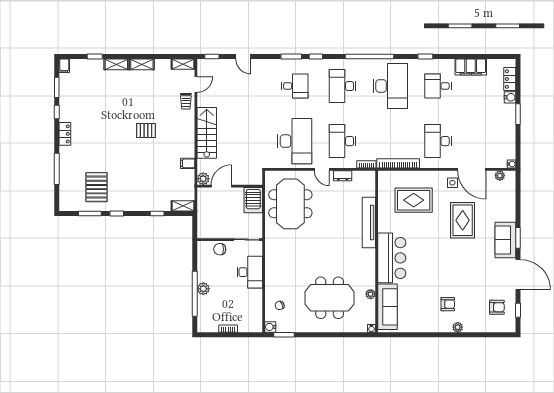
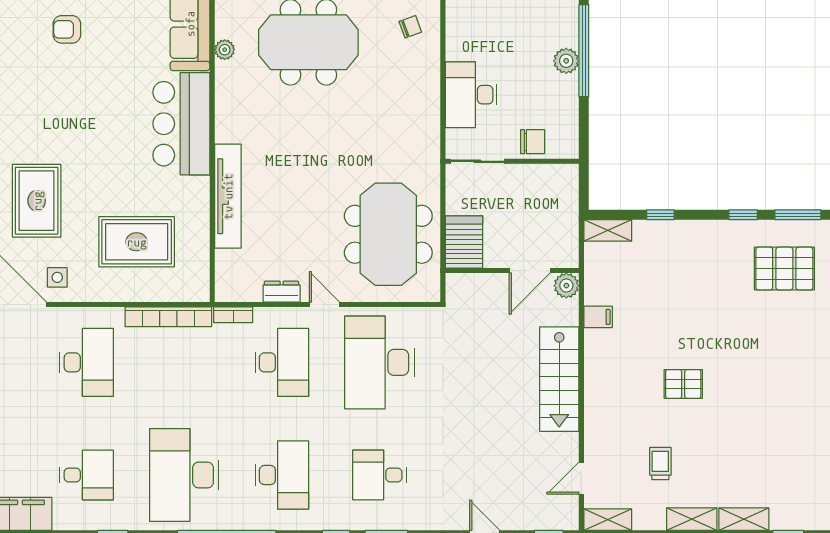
trolley: (186, 101) -> (660, 464), moved
pallet: (96, 187) -> (784, 269), turned 90

